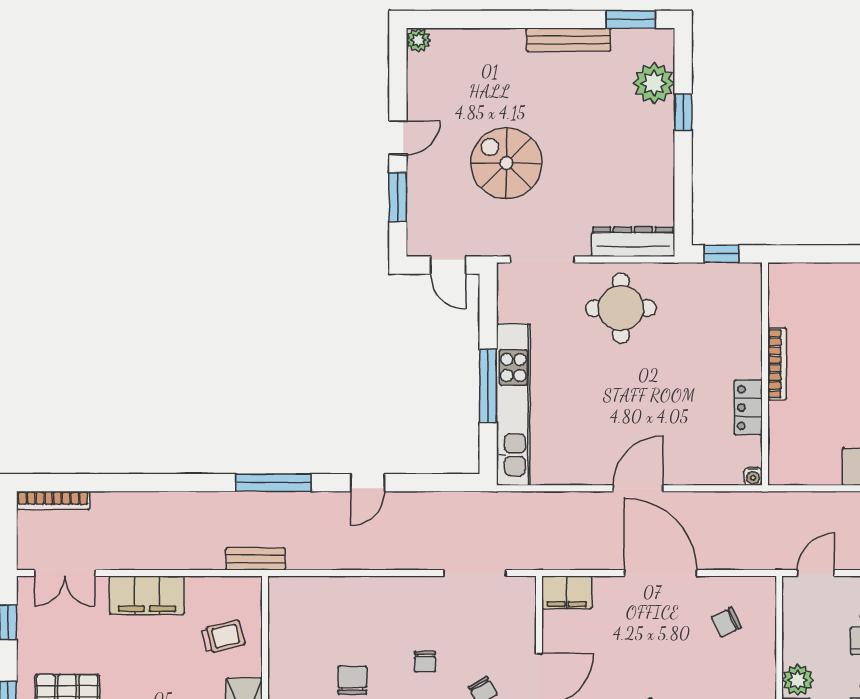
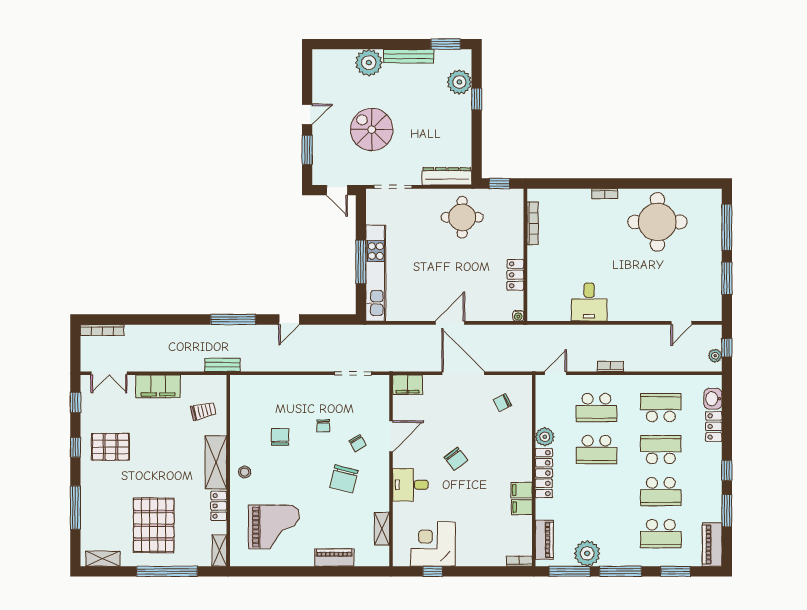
plant: (418, 40) -> (369, 63), moved, width x1.87, depth x1.87
round table: (621, 308) -> (462, 217), moved
bookcase: (777, 364) -> (533, 223), moved

